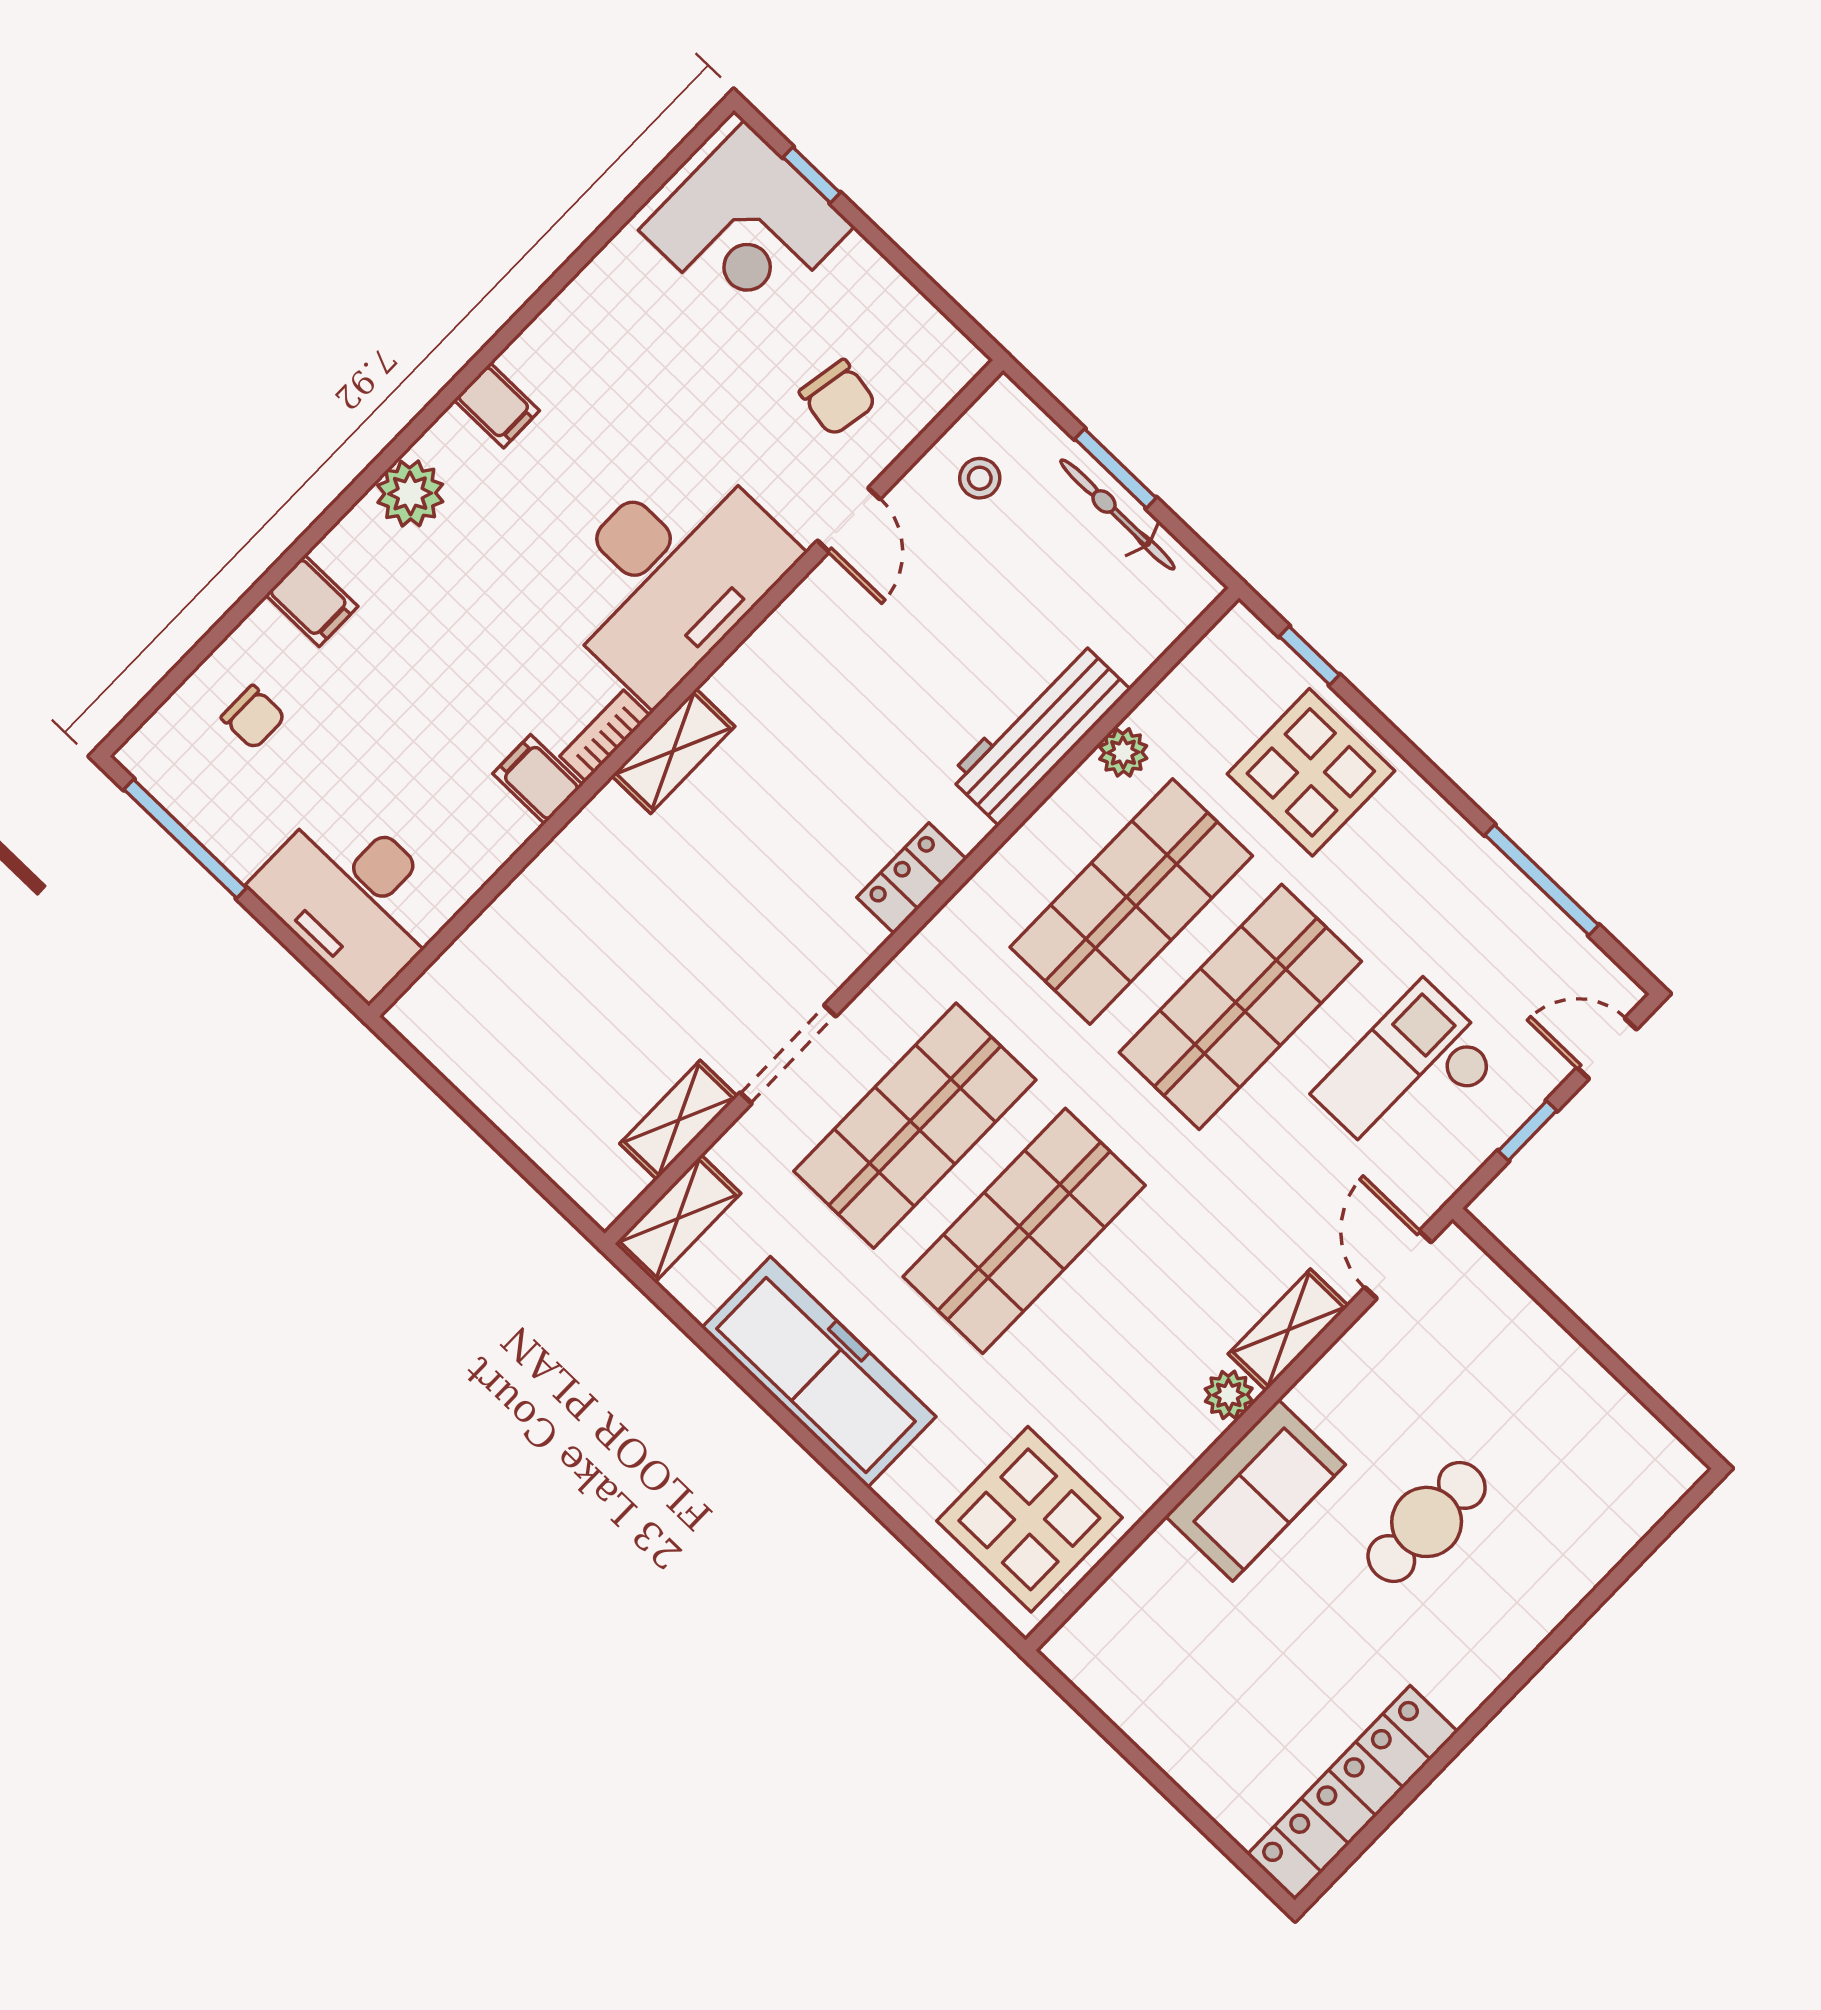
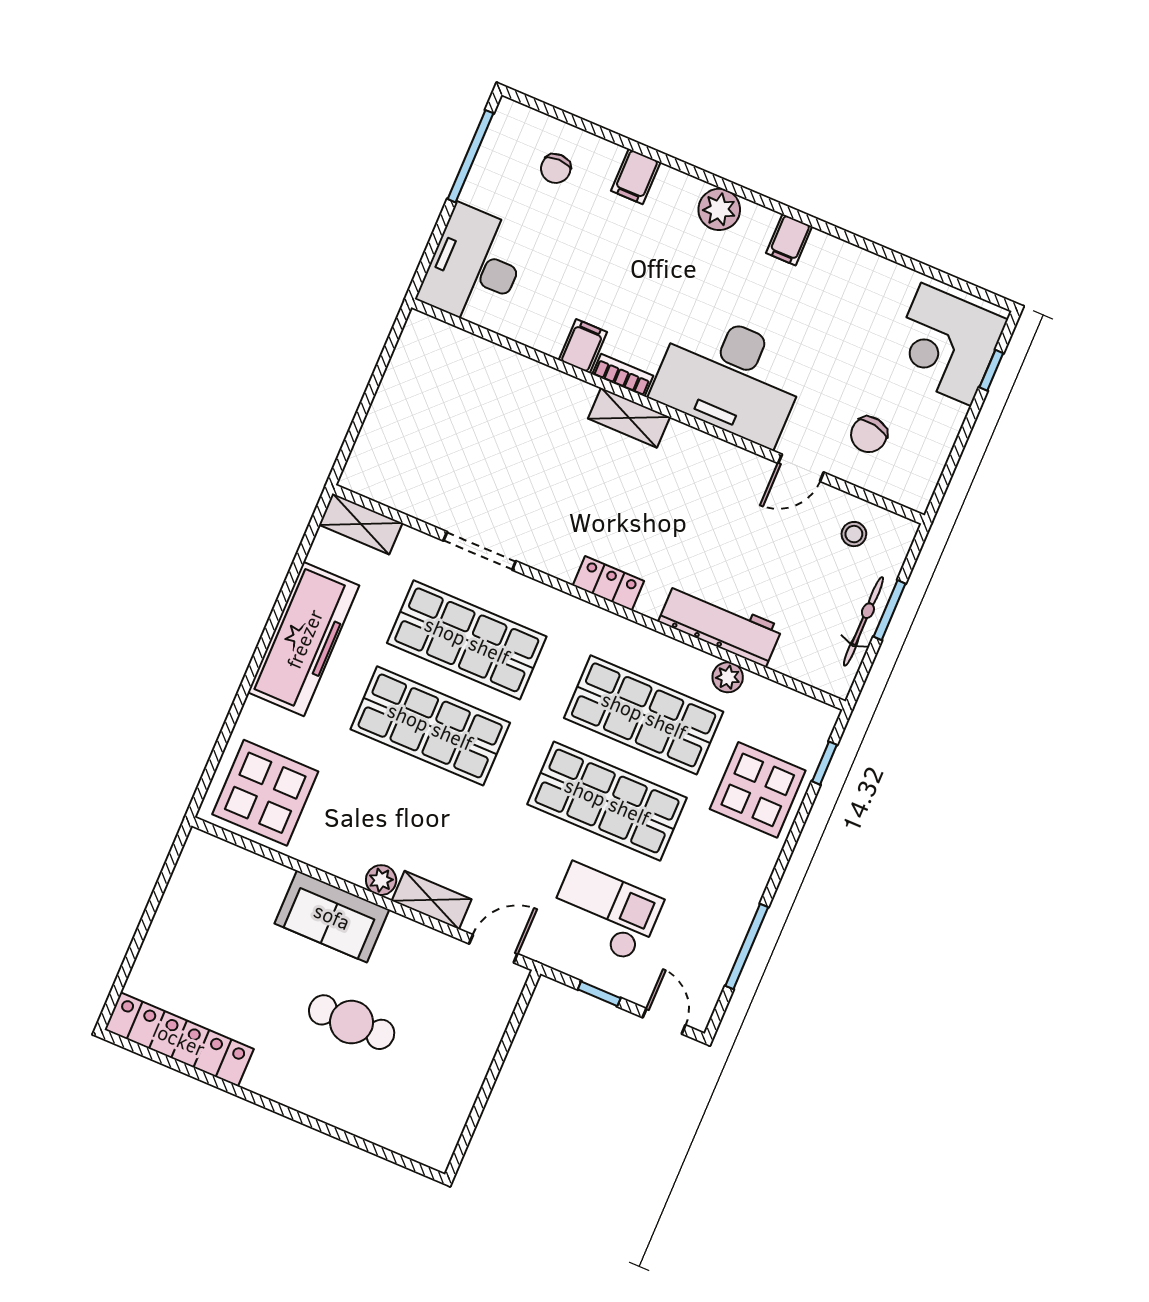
shelving: (679, 1120) -> (418, 502), removed

